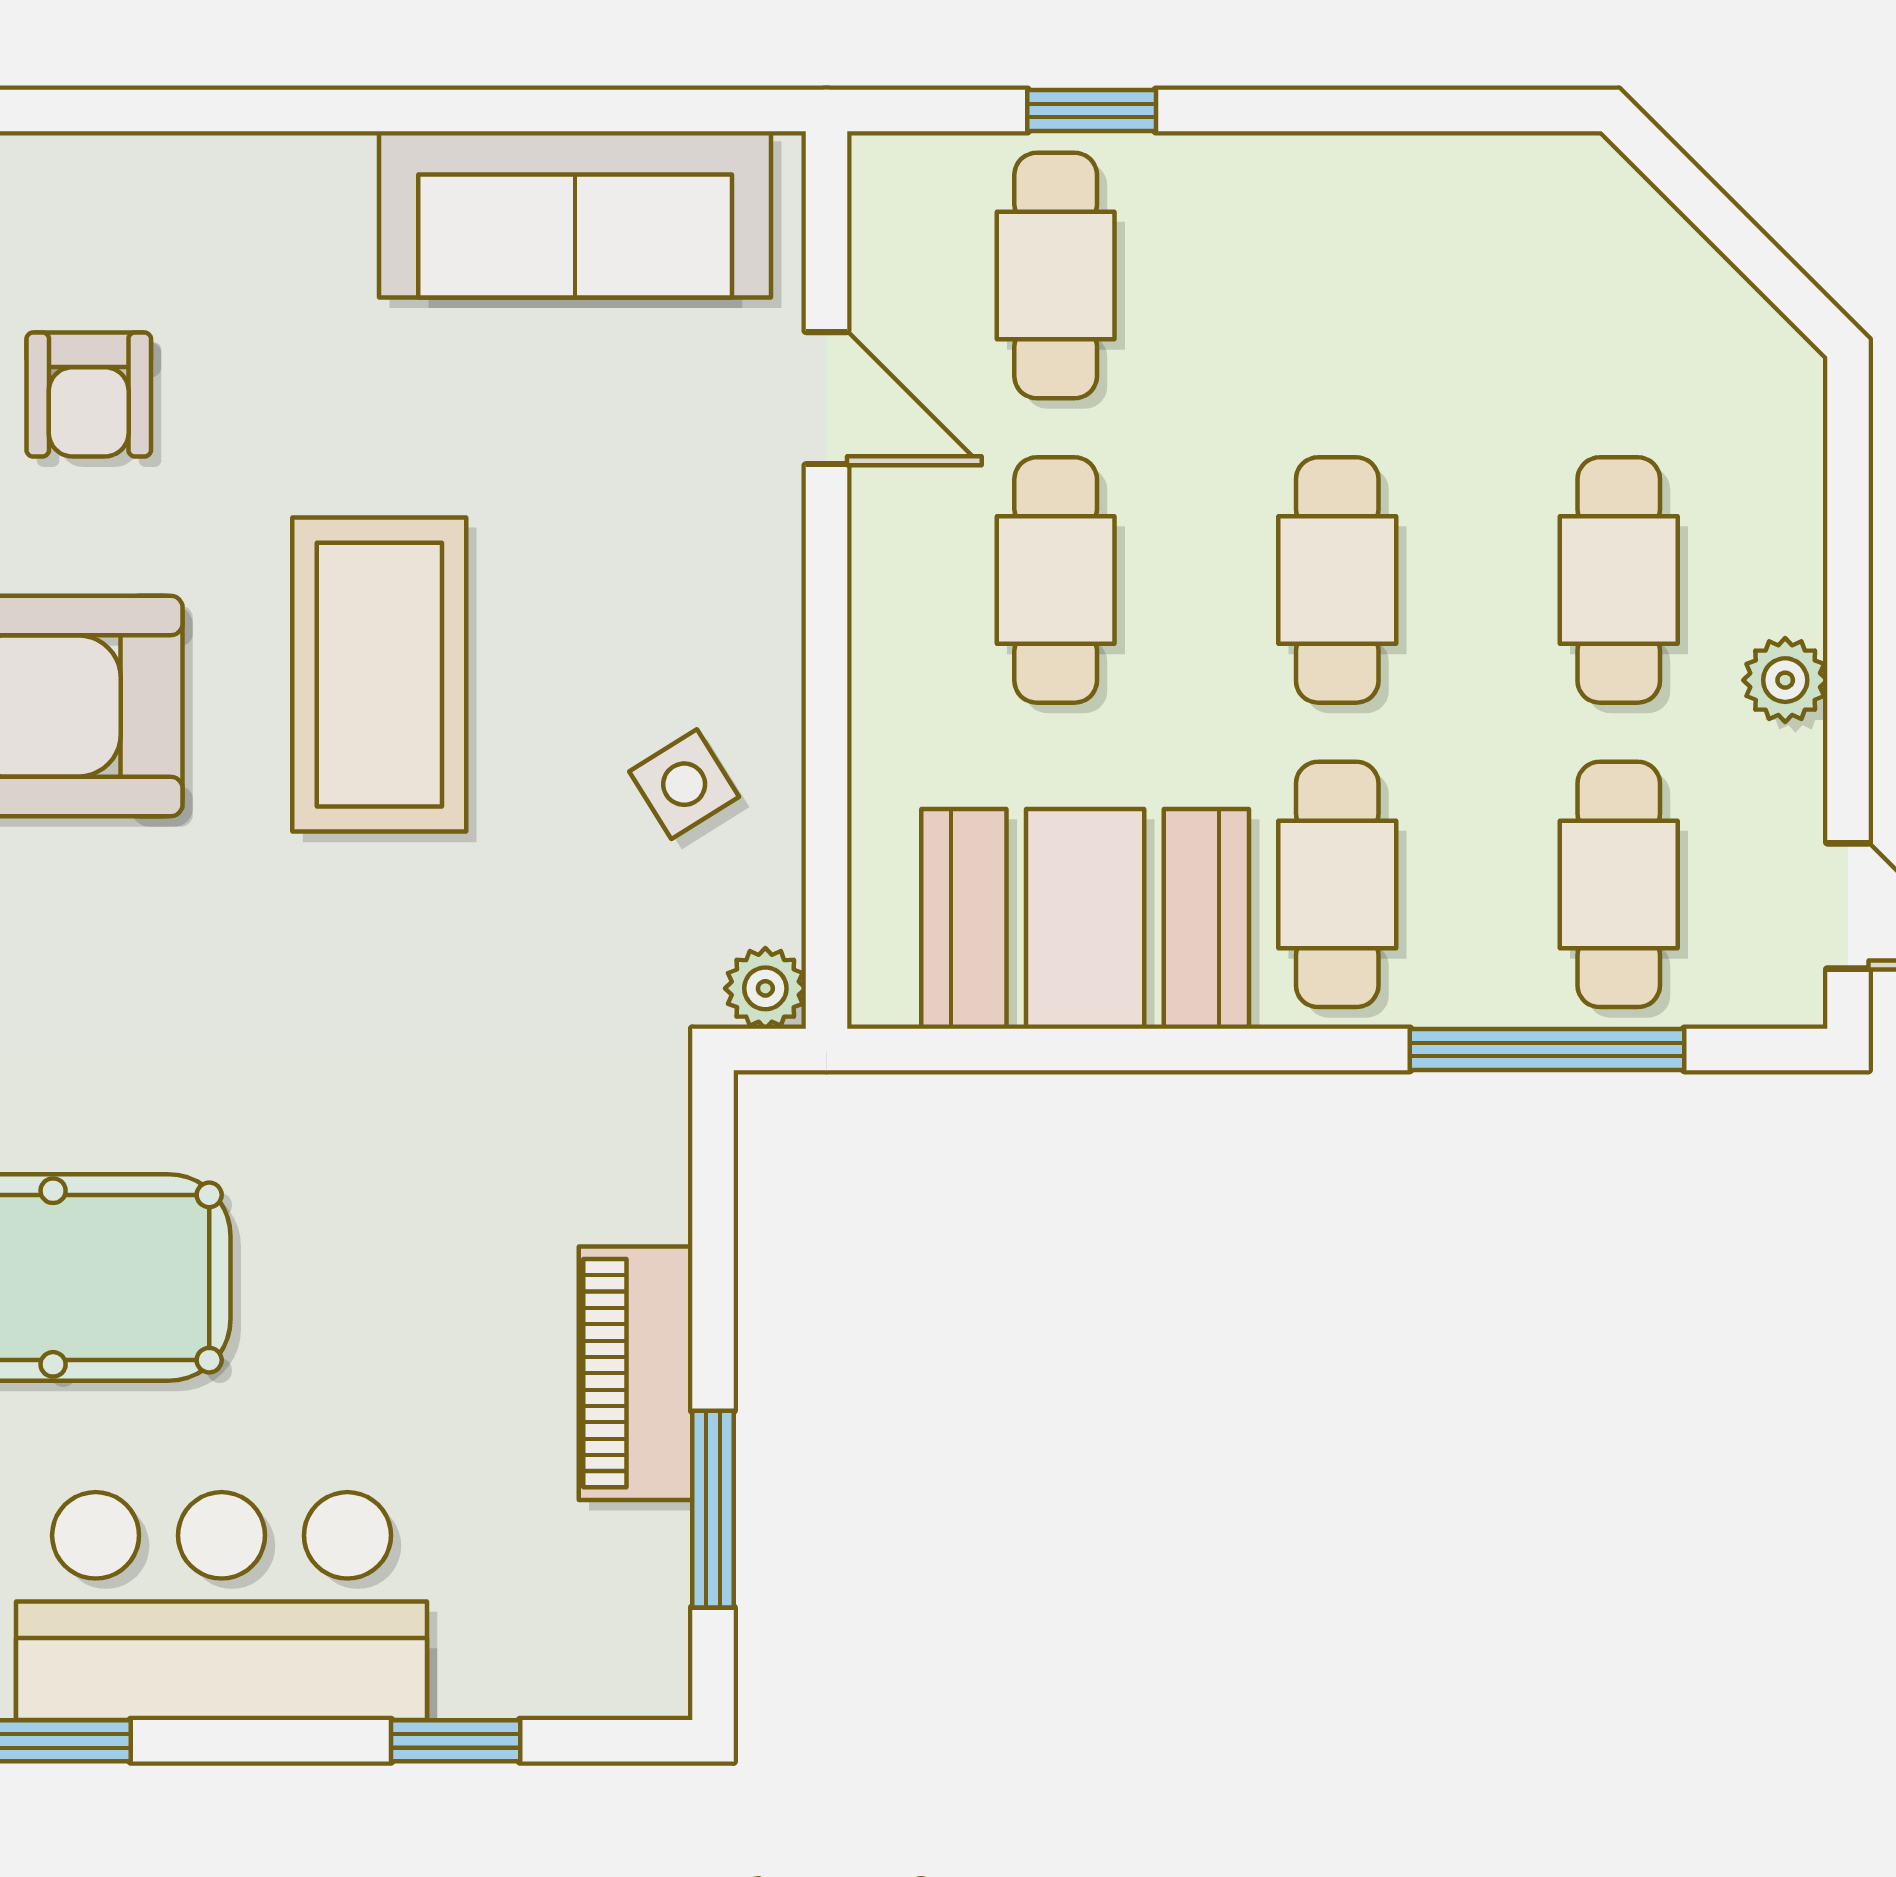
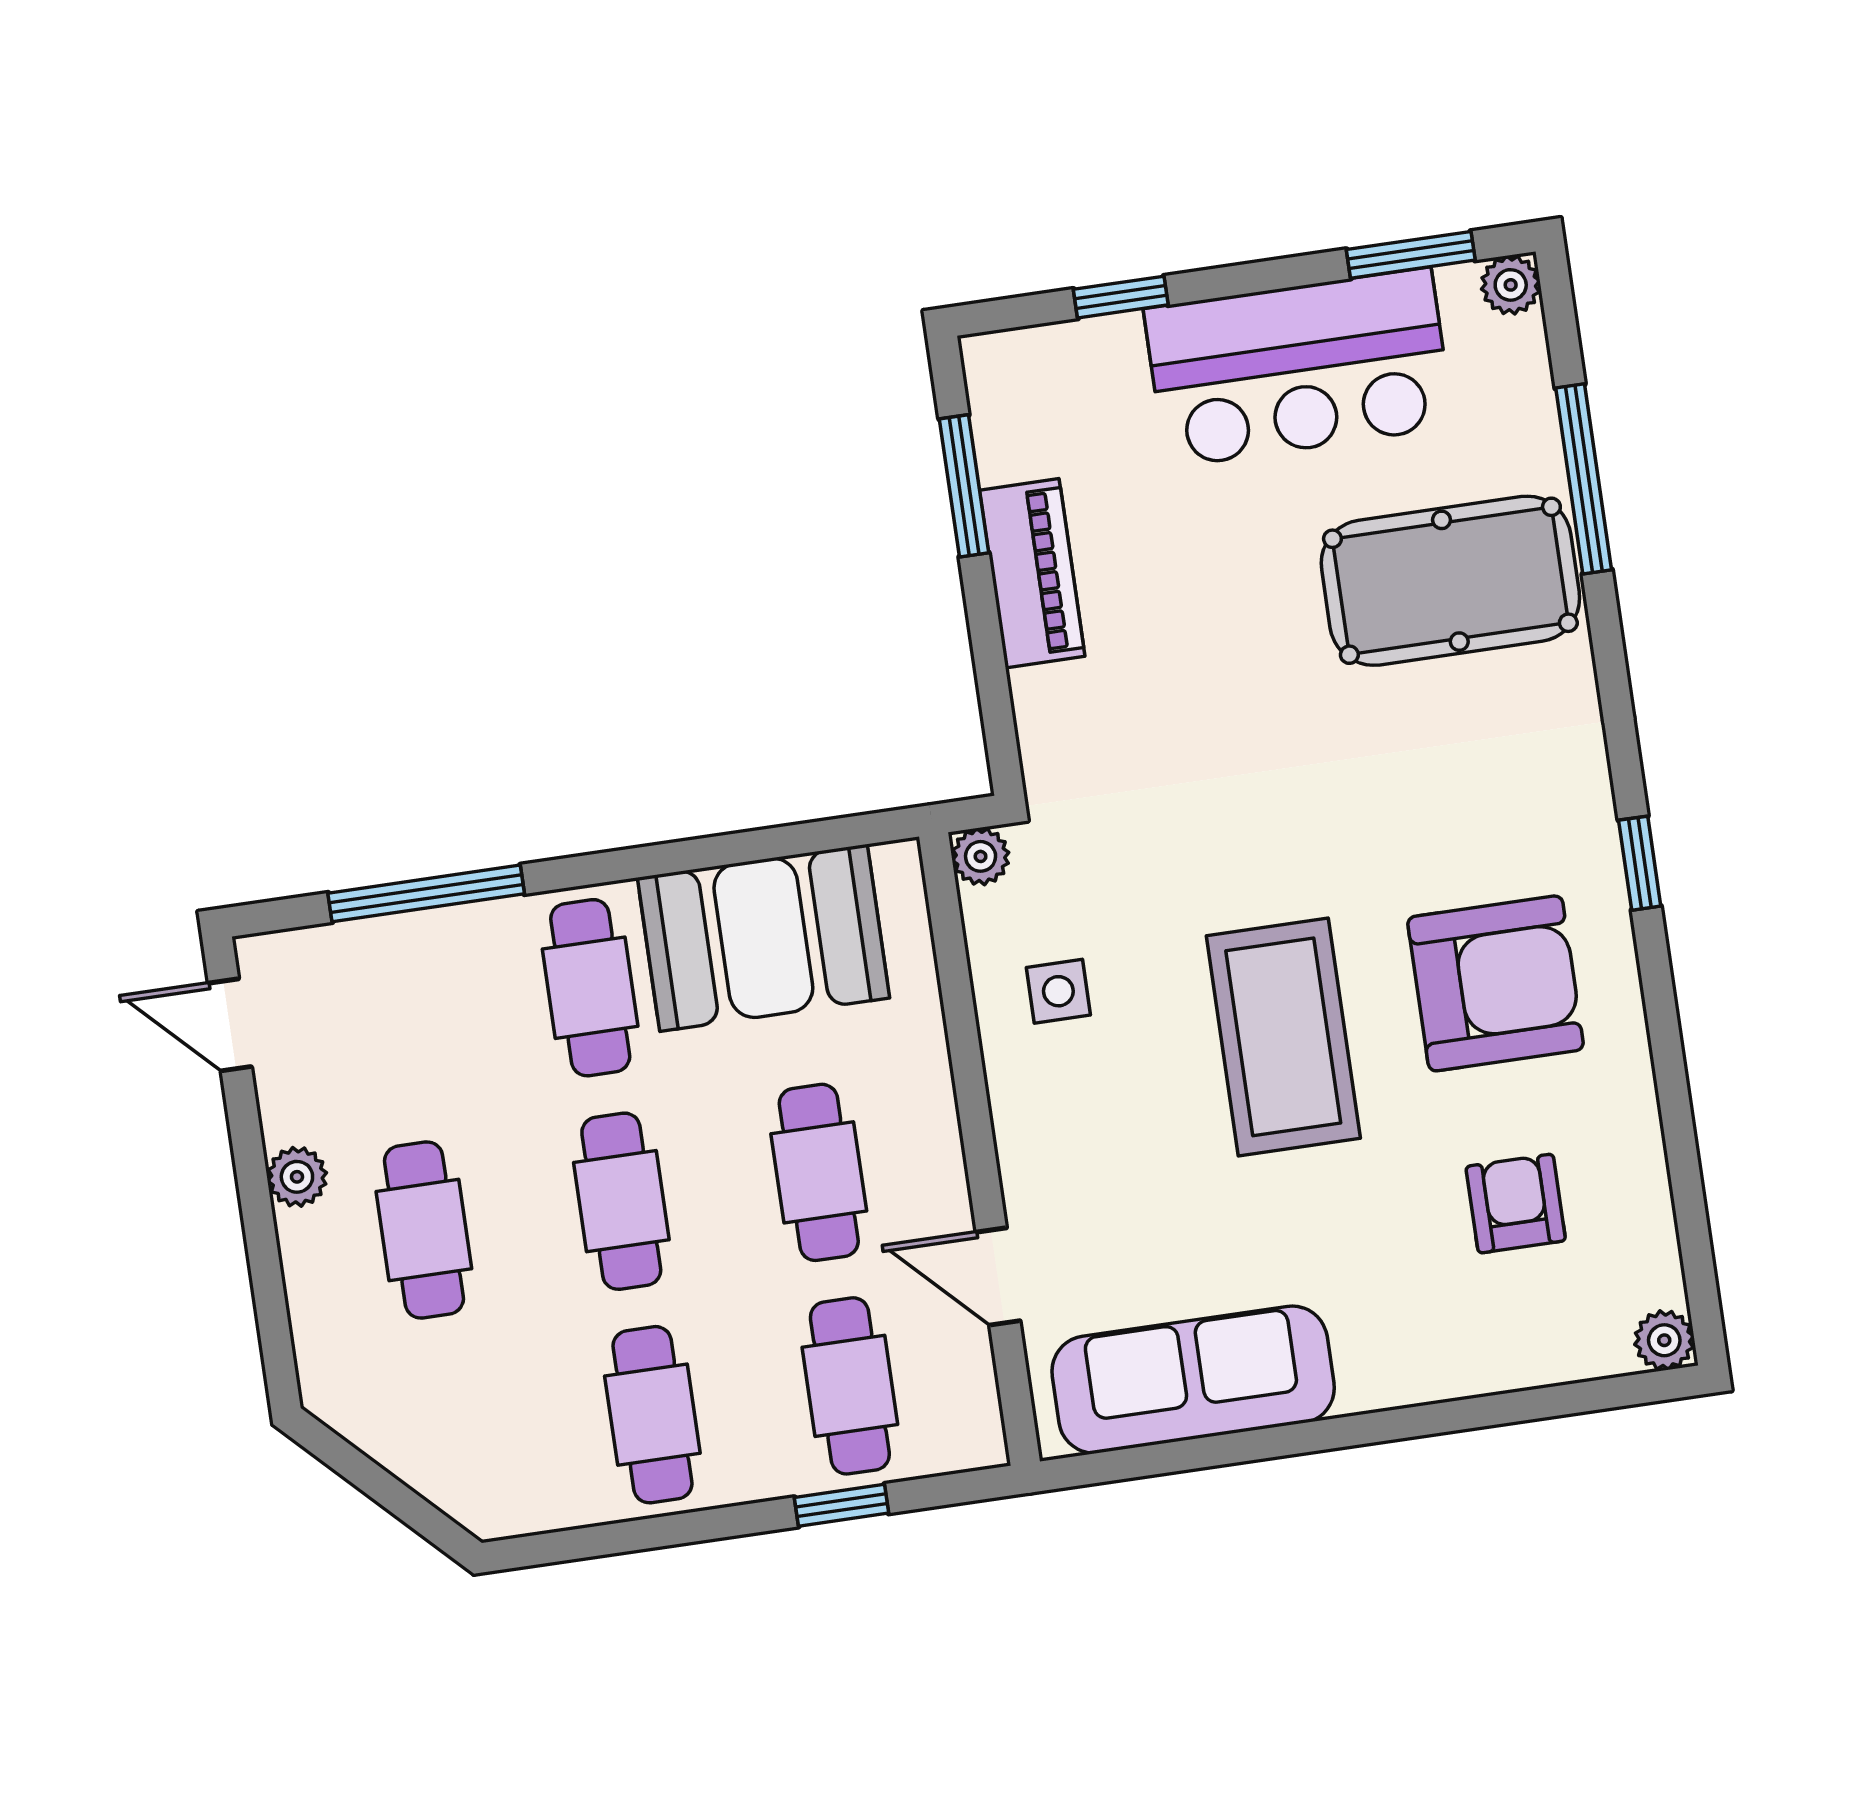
side table: (684, 784) -> (1058, 991), turned 32
cafe table: (1619, 884) -> (652, 1415), moved

